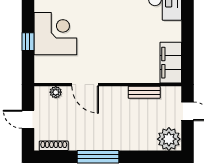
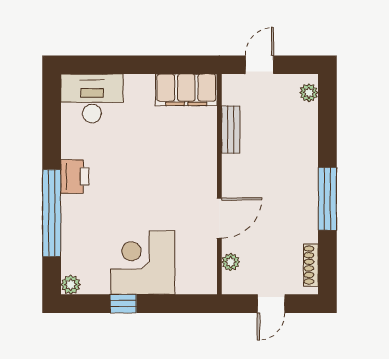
window: (28, 42) -> (123, 304), moved
plant: (169, 139) -> (309, 93), width x0.53, depth x0.53

